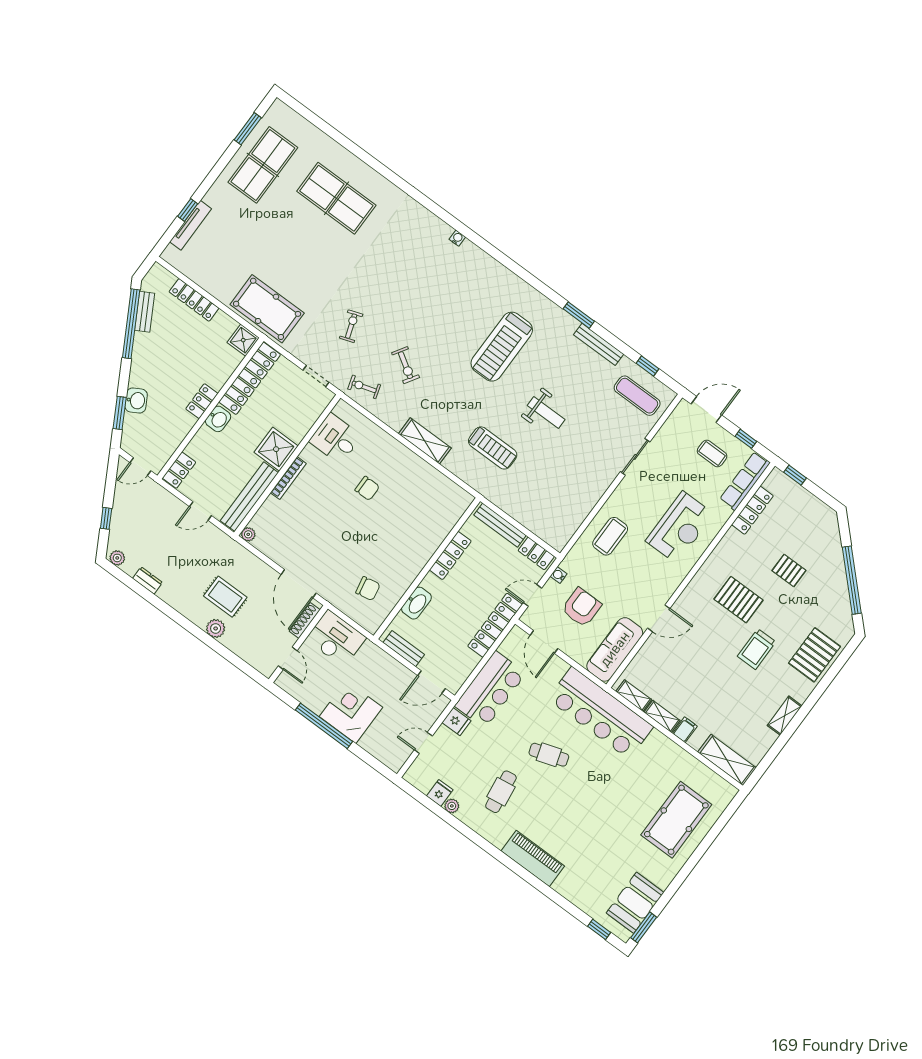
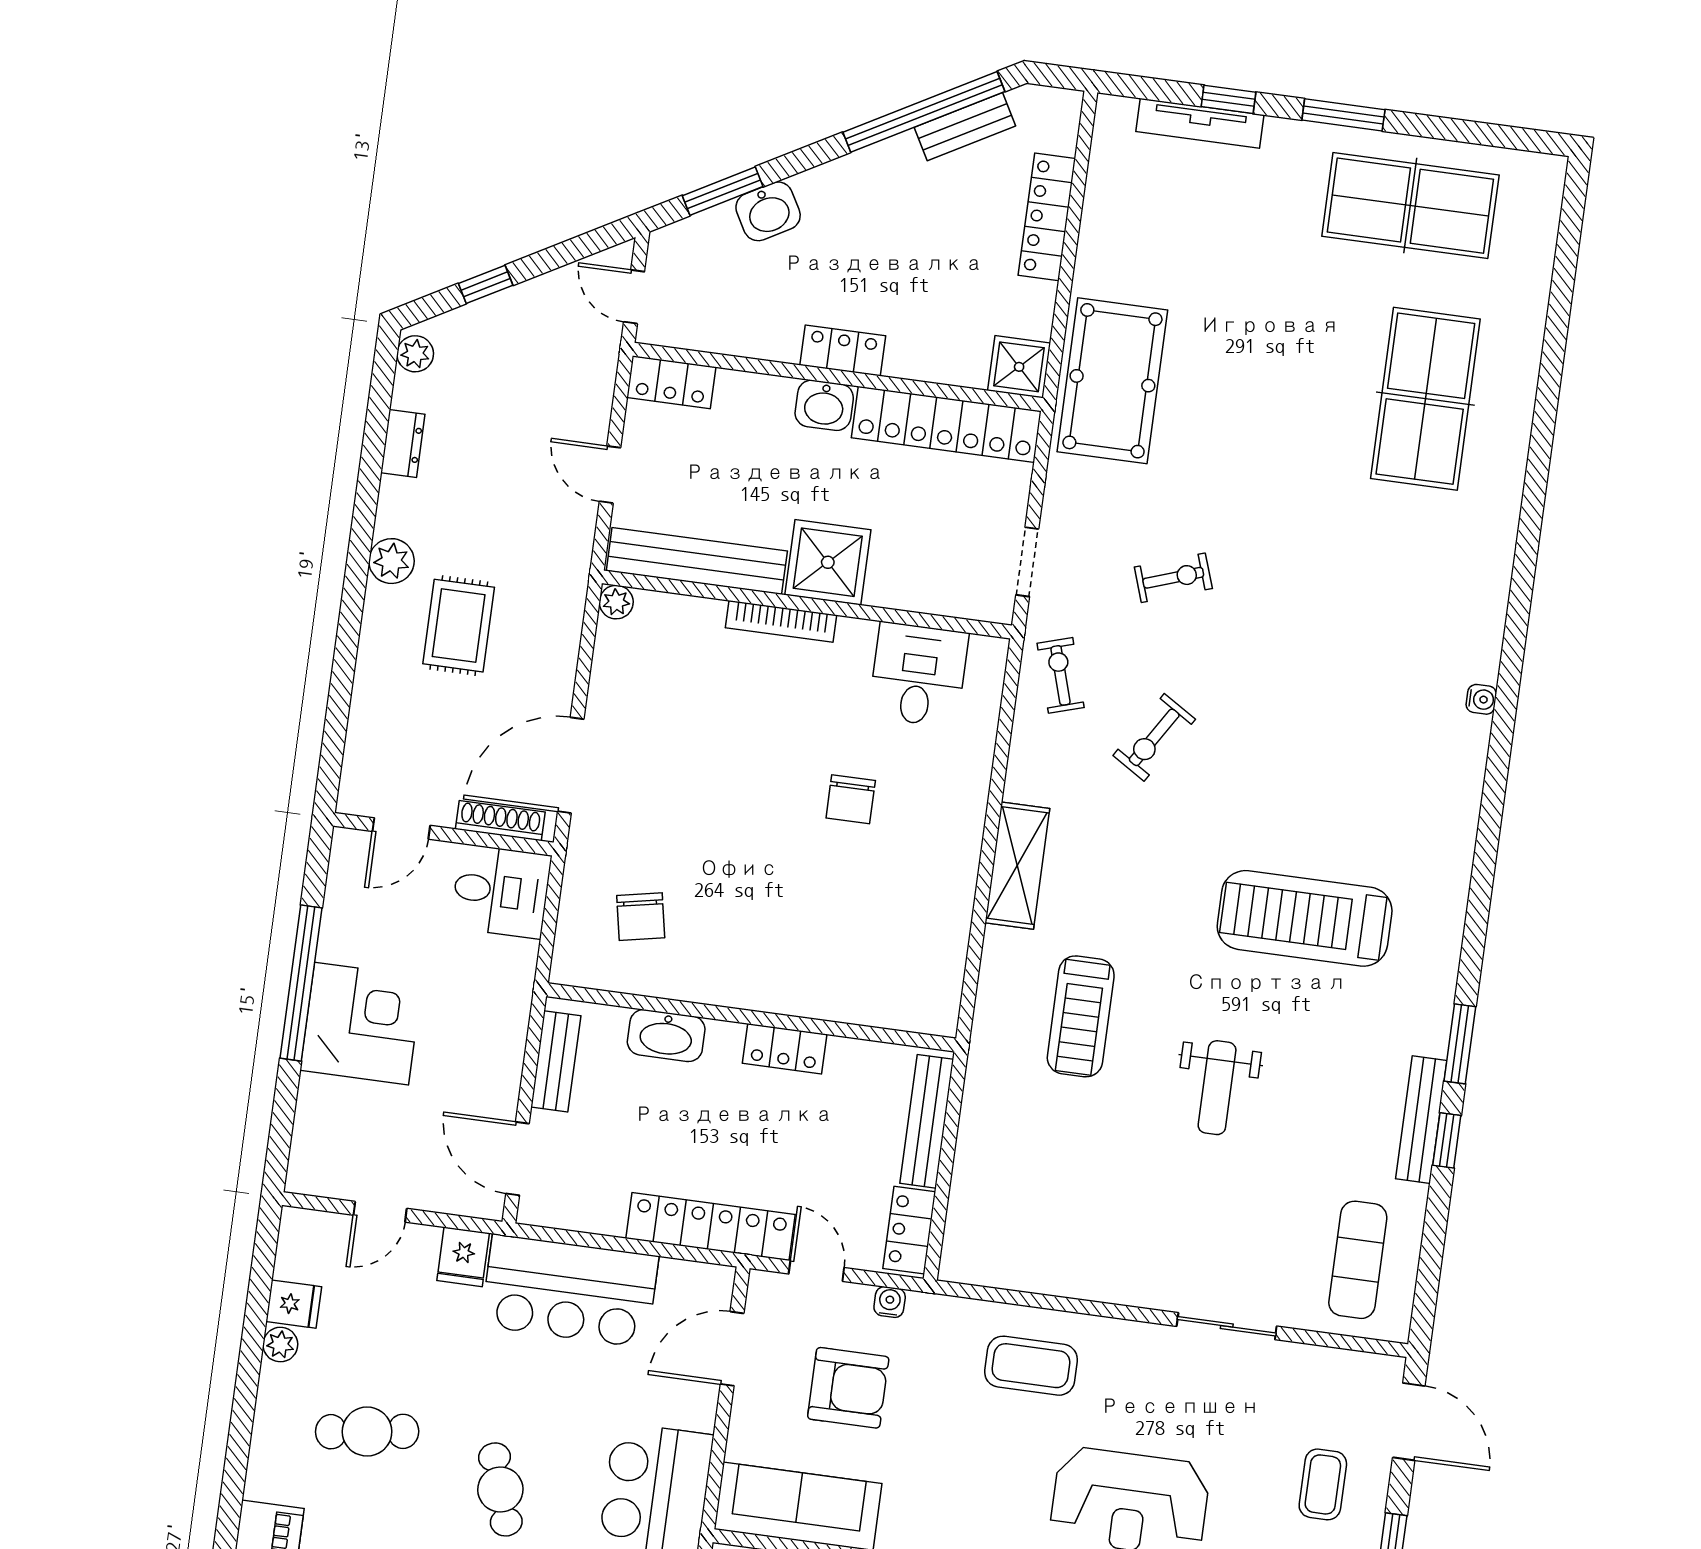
window: (248, 129) -> (1343, 115), moved
window: (648, 366) -> (1447, 1140), moved
locker: (450, 555) -> (785, 1049), width x0.66
plant: (216, 628) -> (392, 561), moved
desk: (336, 638) -> (501, 891), width x0.73
door: (423, 743) -> (380, 1212), swing flipped

